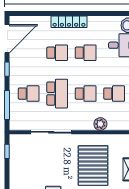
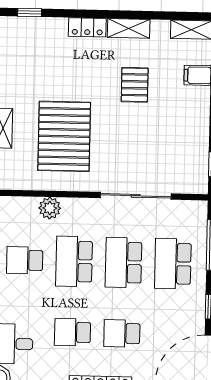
school desk: (29, 94) -> (173, 264), width x1.85
school desk: (86, 94) -> (74, 261), width x1.85

